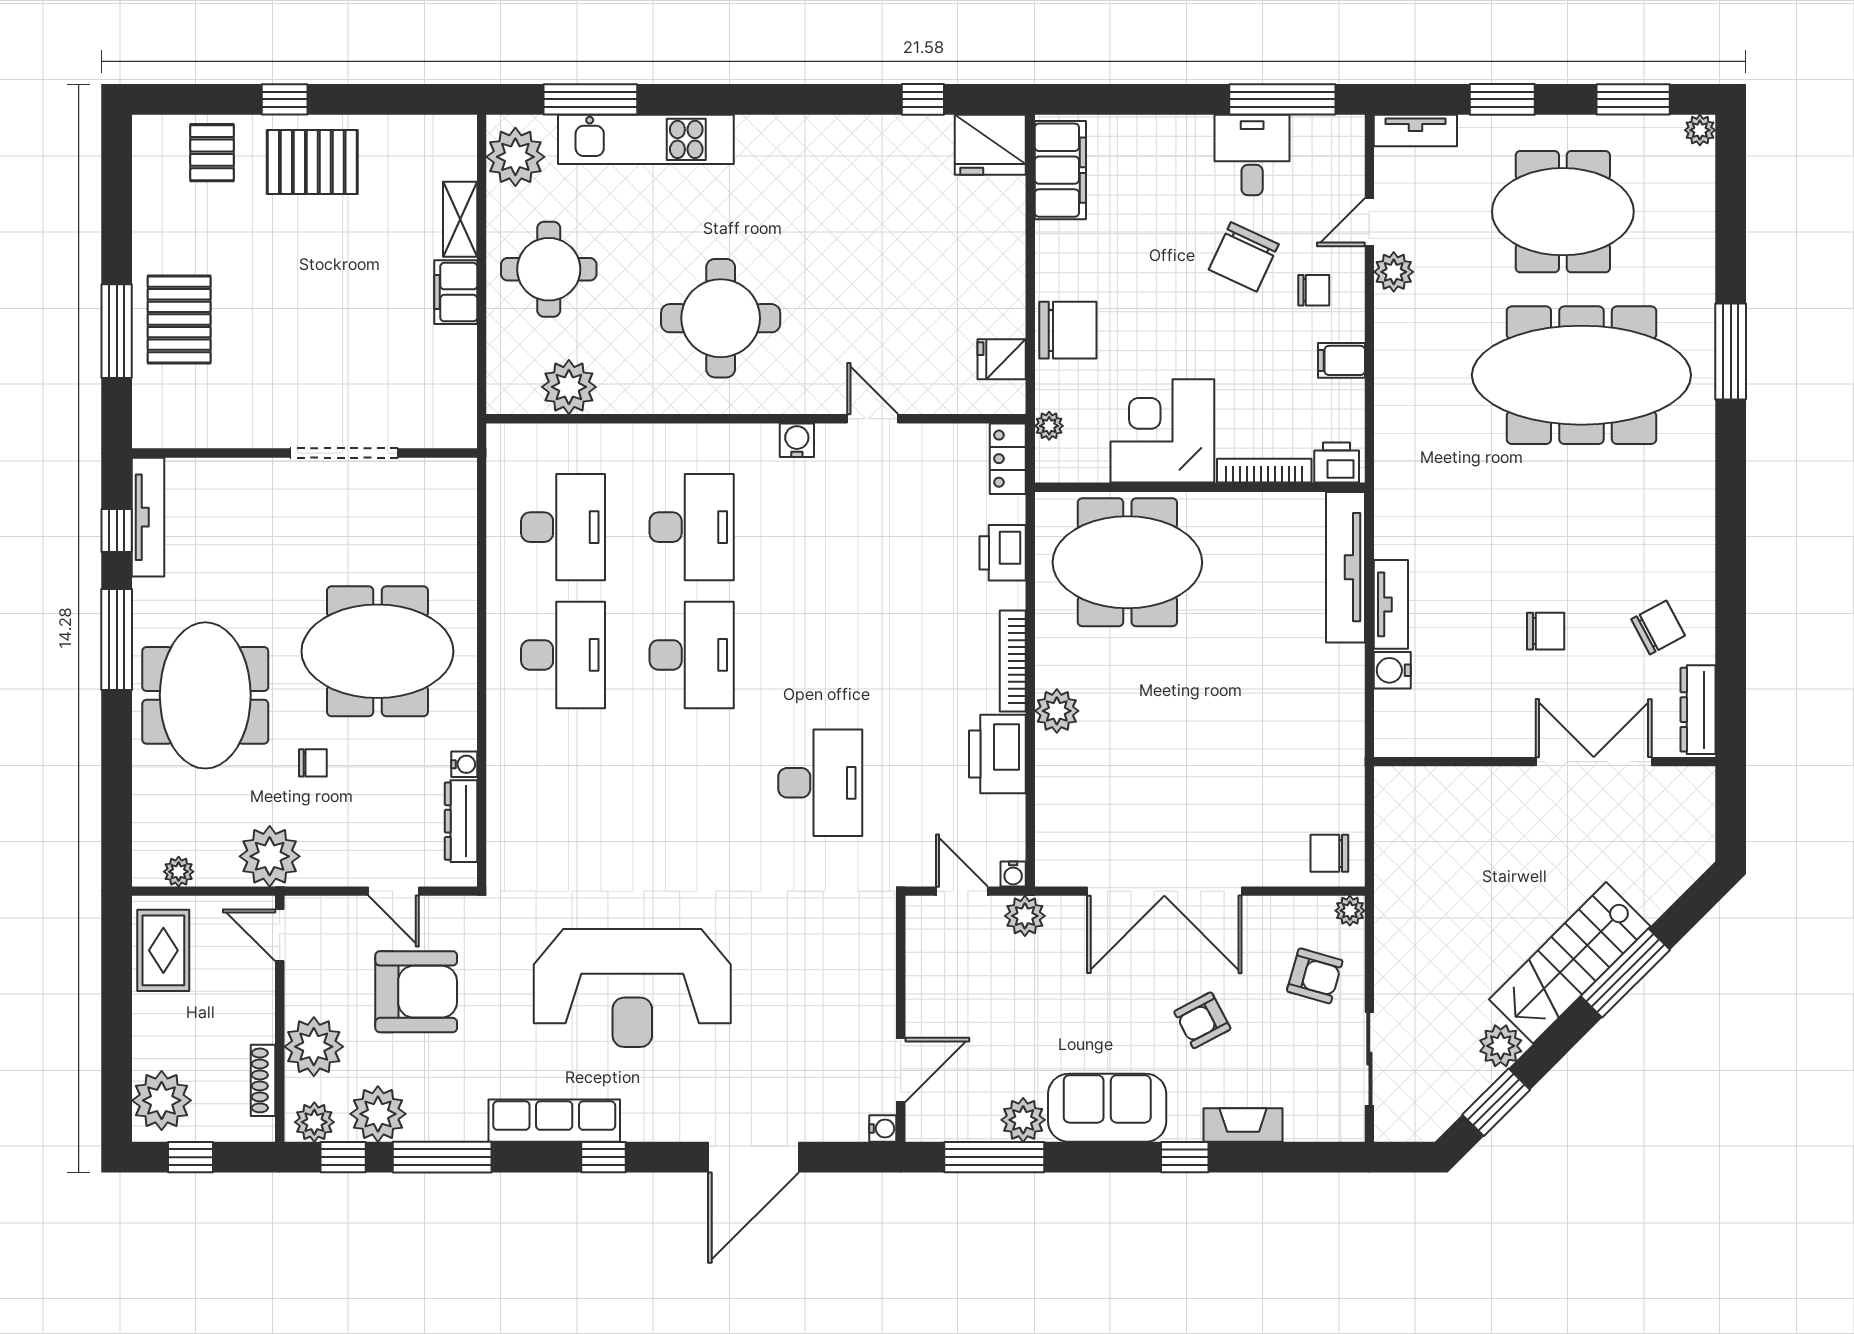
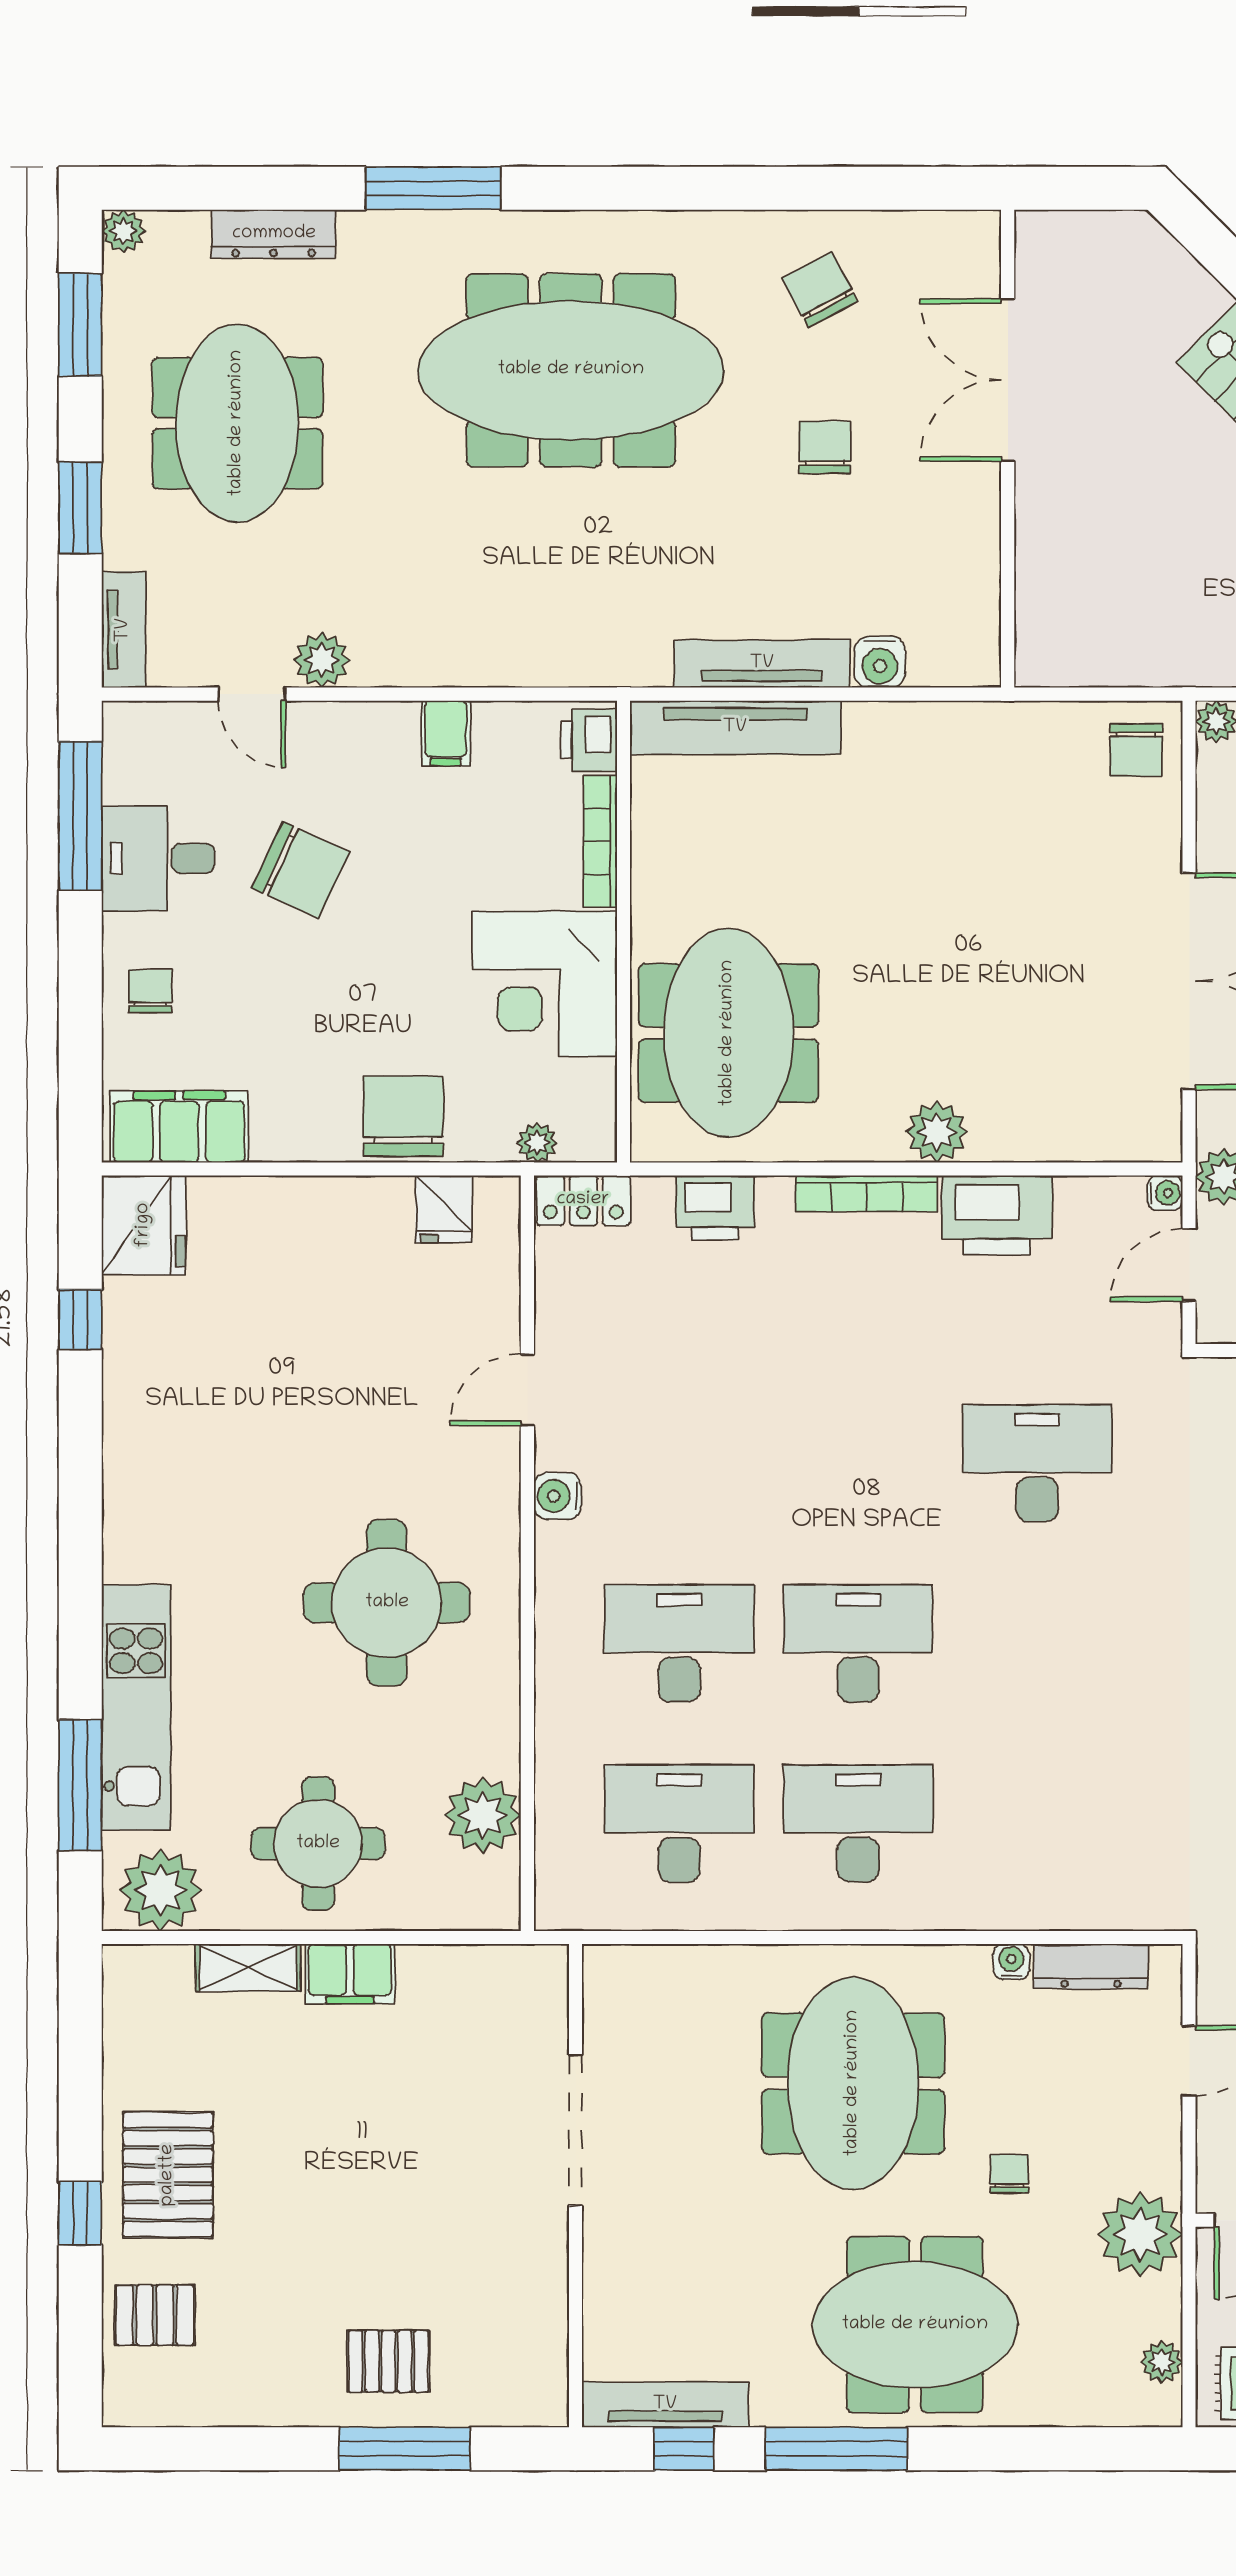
chair: (1314, 290) -> (150, 991), moved
pallet: (179, 319) -> (388, 2361), width x0.67, depth x0.71
meeting table: (1581, 375) -> (571, 370), moved, turned 90
tv unit: (1391, 604) -> (762, 664), width x1.41
dresser: (1698, 710) -> (274, 234), moved

